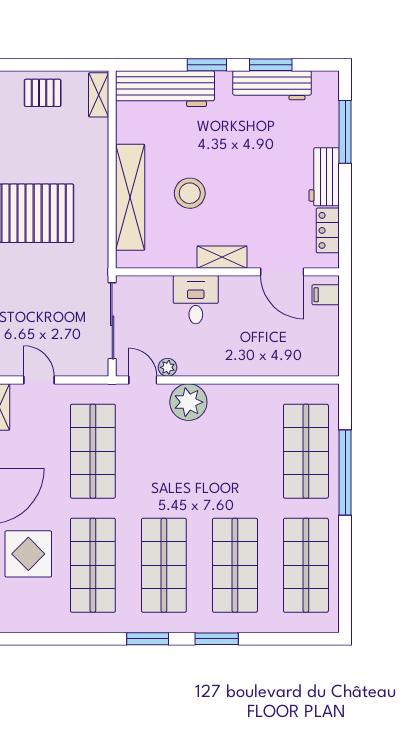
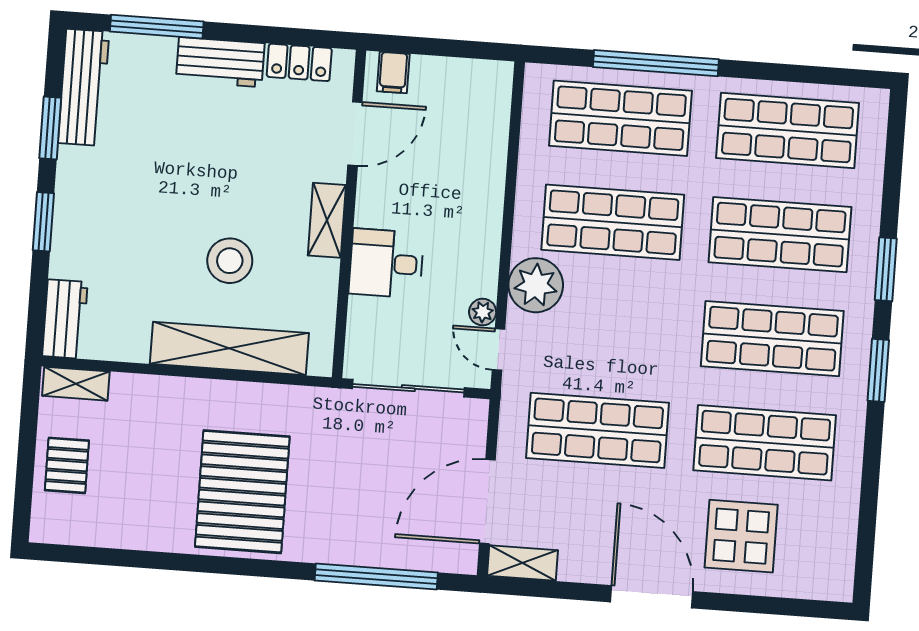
workbench: (272, 85) -> (84, 87), moved
workbench: (165, 89) -> (65, 319), width x0.53, depth x0.76
door: (39, 380) -> (487, 502), width x1.88
door: (143, 380) -> (499, 350), hinge flipped
shop shelf: (235, 451) -> (613, 222), added

